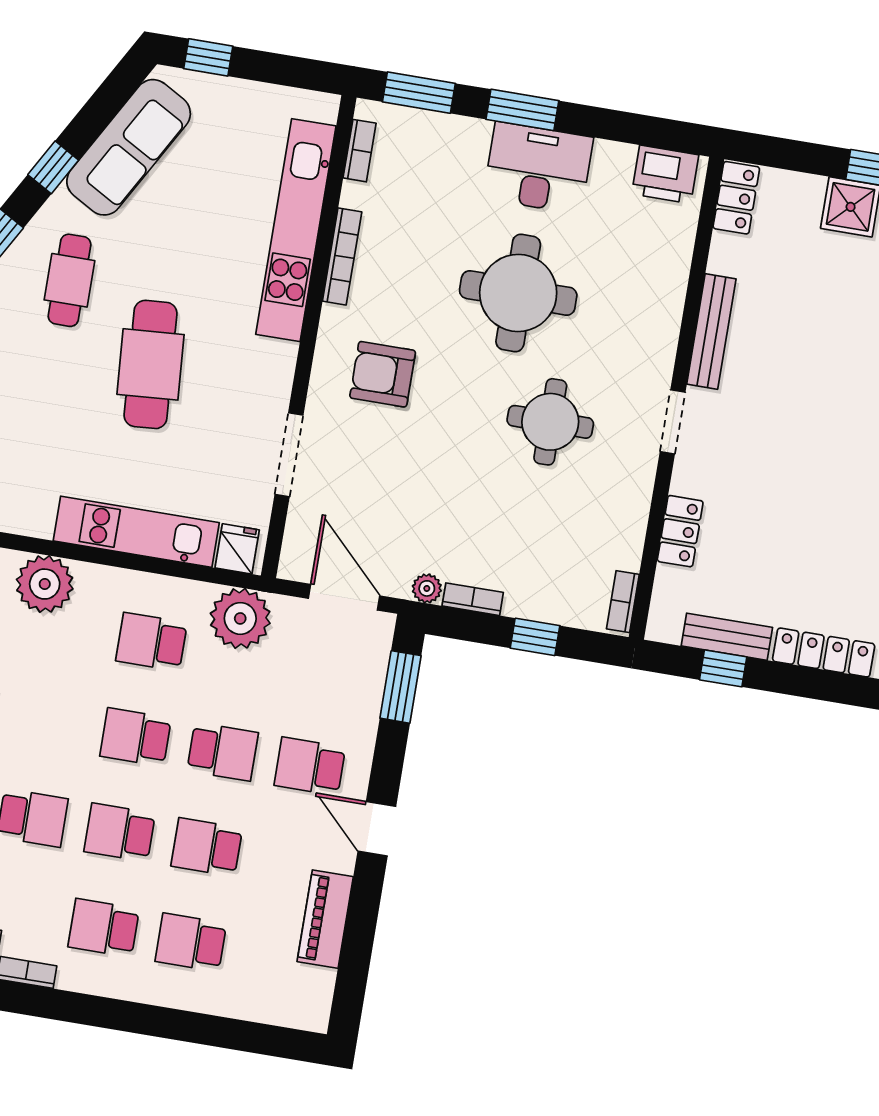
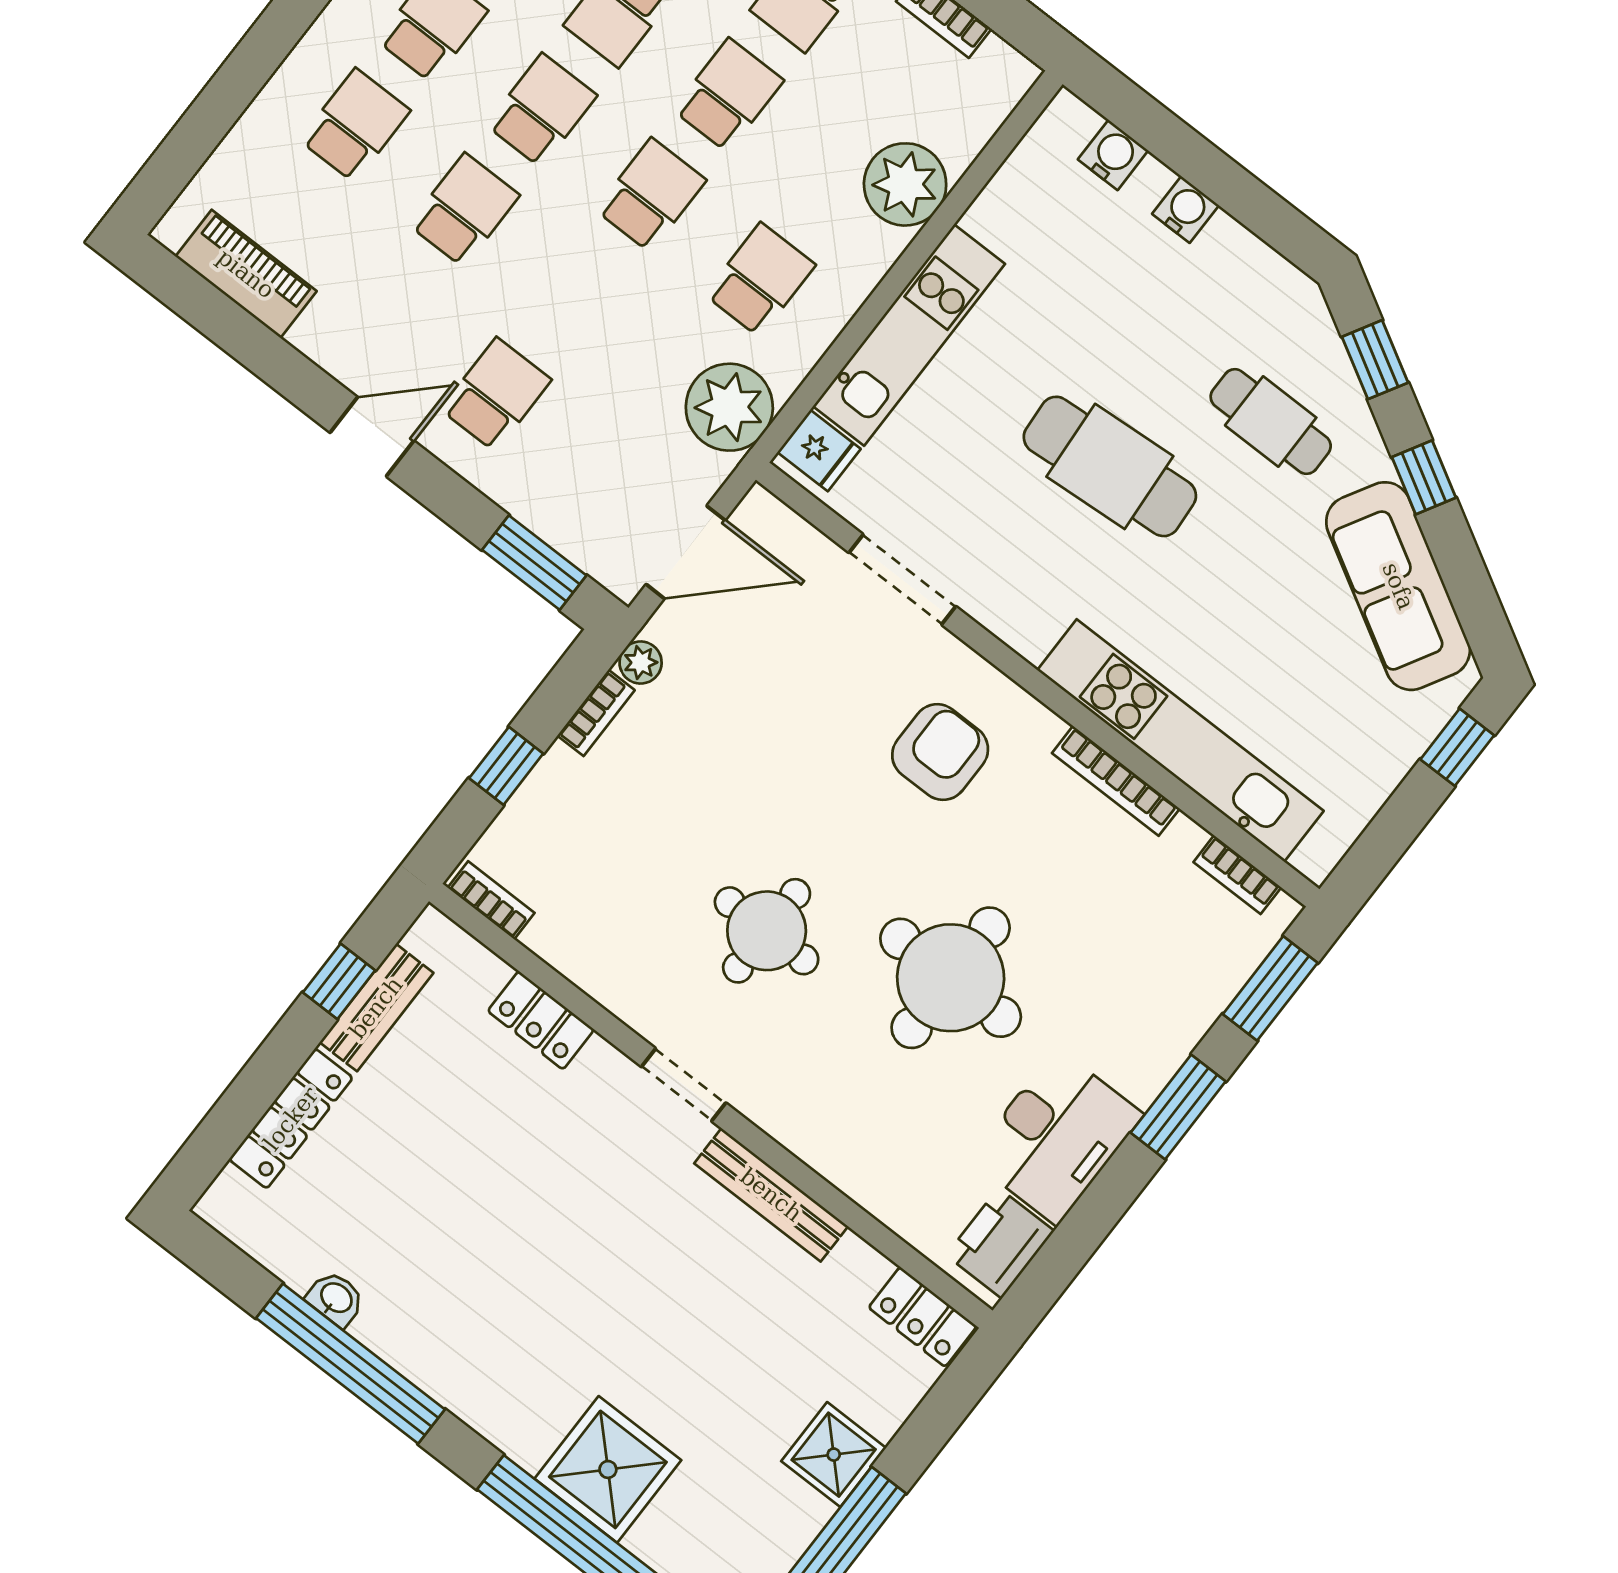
desk: (538, 168) -> (1057, 1137), moved
school desk: (223, 752) -> (728, 95), moved, turned 180
piano: (325, 919) -> (246, 274), moved

